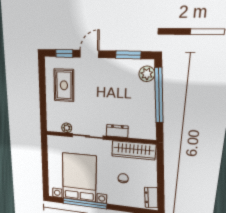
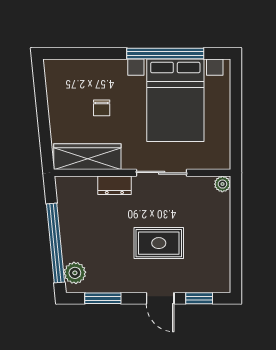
door: (89, 54) -> (160, 298), hinge flipped
rug: (64, 85) -> (159, 243), moved, turned 90
plant: (67, 128) -> (222, 184), moved
dresser: (151, 197) -> (55, 80), removed

